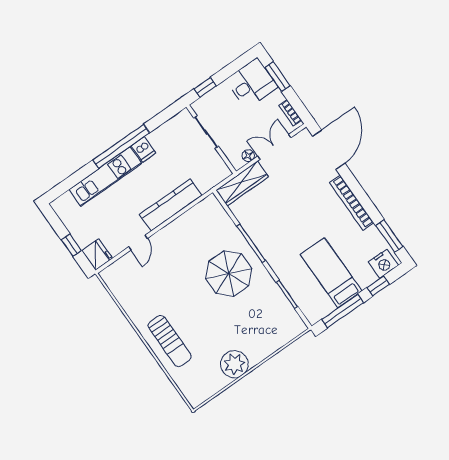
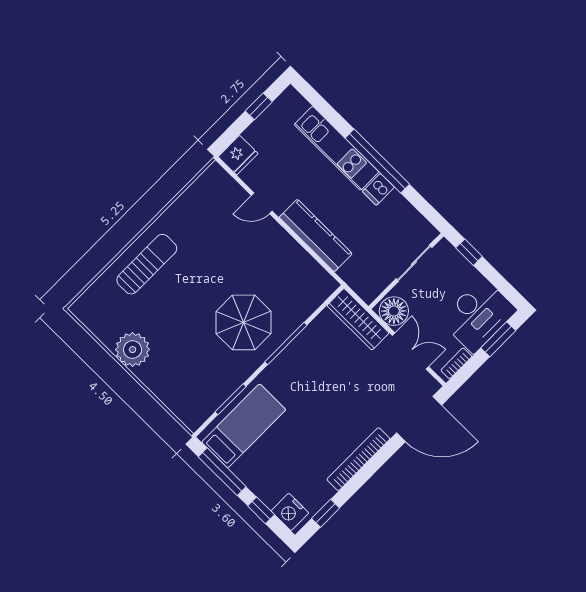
desk: (252, 83) -> (478, 315), width x1.37
floor lamp: (248, 156) -> (394, 311), width x1.89, depth x1.89
window: (389, 236) -> (326, 513), width x0.67
window: (71, 245) -> (259, 106), moved
bed: (331, 273) -> (244, 426), moved
sun lounger: (170, 341) -> (147, 264), turned 180

